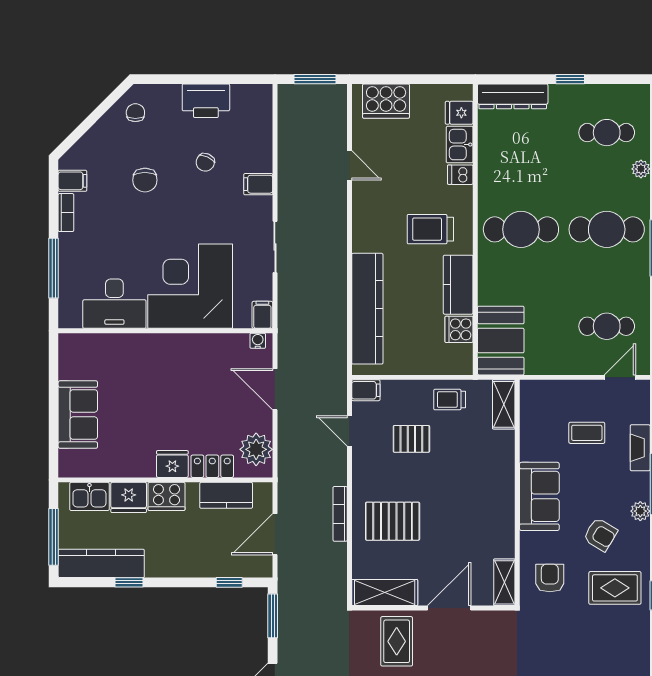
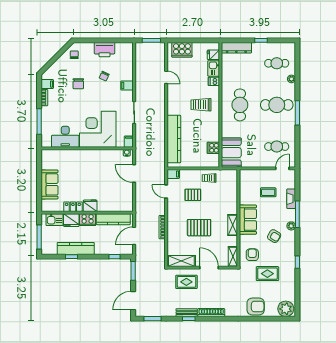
cafe table: (521, 229) -> (240, 105), turned 90
kitchen counter: (458, 285) -> (213, 129), removed
shelving: (504, 404) -> (233, 225), moved
plant: (256, 449) -> (126, 199), removed
locker: (212, 466) -> (73, 207), moved
kitchen counter: (226, 495) -> (113, 219), width x1.50
pallet: (393, 521) -> (199, 228), moved
kitchen counter: (101, 563) -> (76, 248), moved
rug: (615, 588) -> (267, 274), moved
door: (449, 608) -> (209, 268), hinge flipped
rug: (397, 641) -> (186, 282), turned 90

